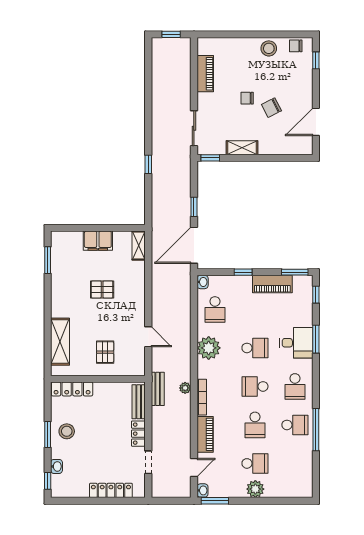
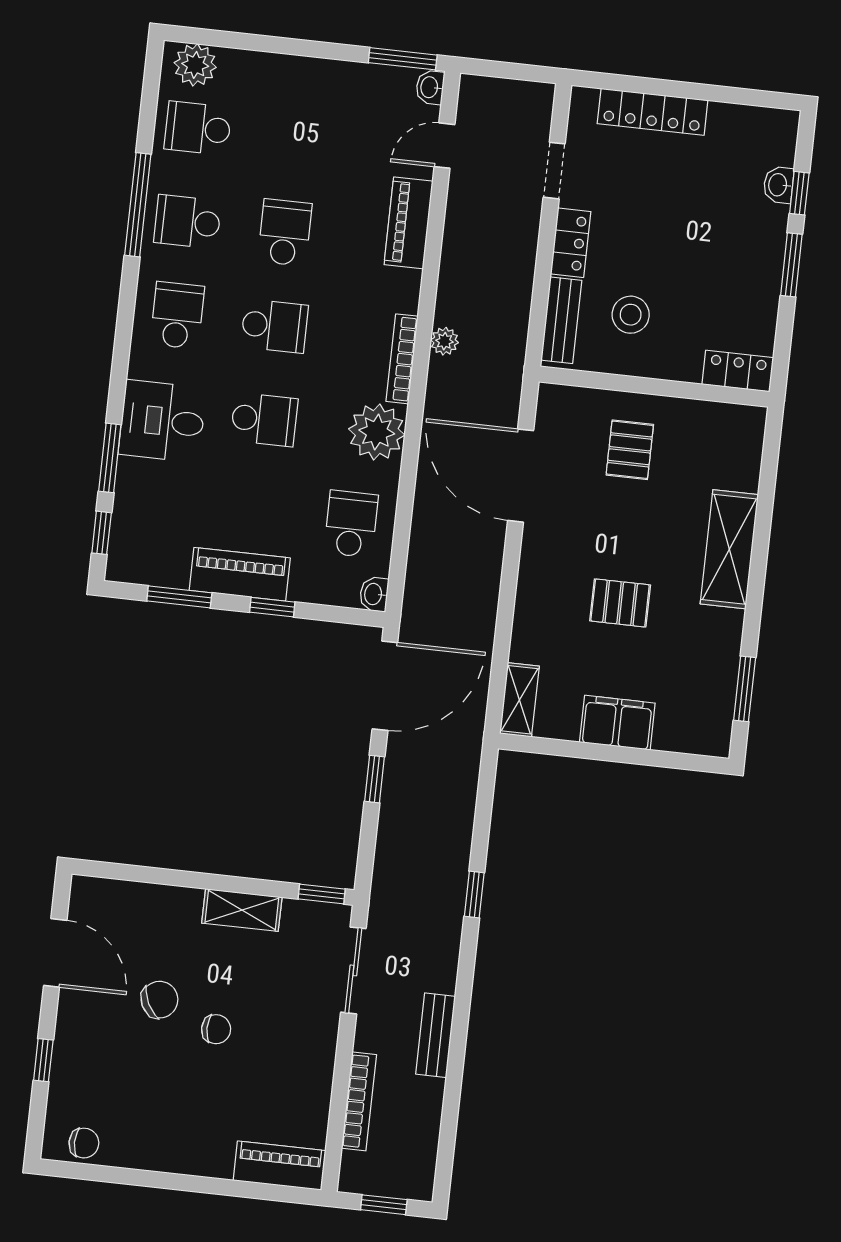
stool: (269, 48) -> (150, 1144), removed
window: (316, 60) -> (43, 1060), moved
piano: (205, 74) -> (280, 1166), moved, turned 90
bookcase: (186, 75) -> (359, 1101), added
door: (316, 122) -> (55, 953), hinge flipped
window: (295, 272) -> (179, 597), moved
piano: (272, 284) -> (240, 574), moved
door: (148, 337) -> (521, 476), width x1.88
window: (316, 339) -> (110, 458), moved
shelving: (60, 342) -> (729, 549), moved
school desk: (255, 348) -> (264, 420), turned 180
locker: (72, 389) -> (738, 371), width x0.66
bench: (158, 389) -> (436, 1035), moved
bookcase: (202, 397) -> (402, 359), moved
stool: (67, 431) -> (631, 315), moved
school desk: (255, 463) -> (198, 128), moved
window: (48, 481) -> (799, 193), moved
plant: (255, 489) -> (195, 65), moved

